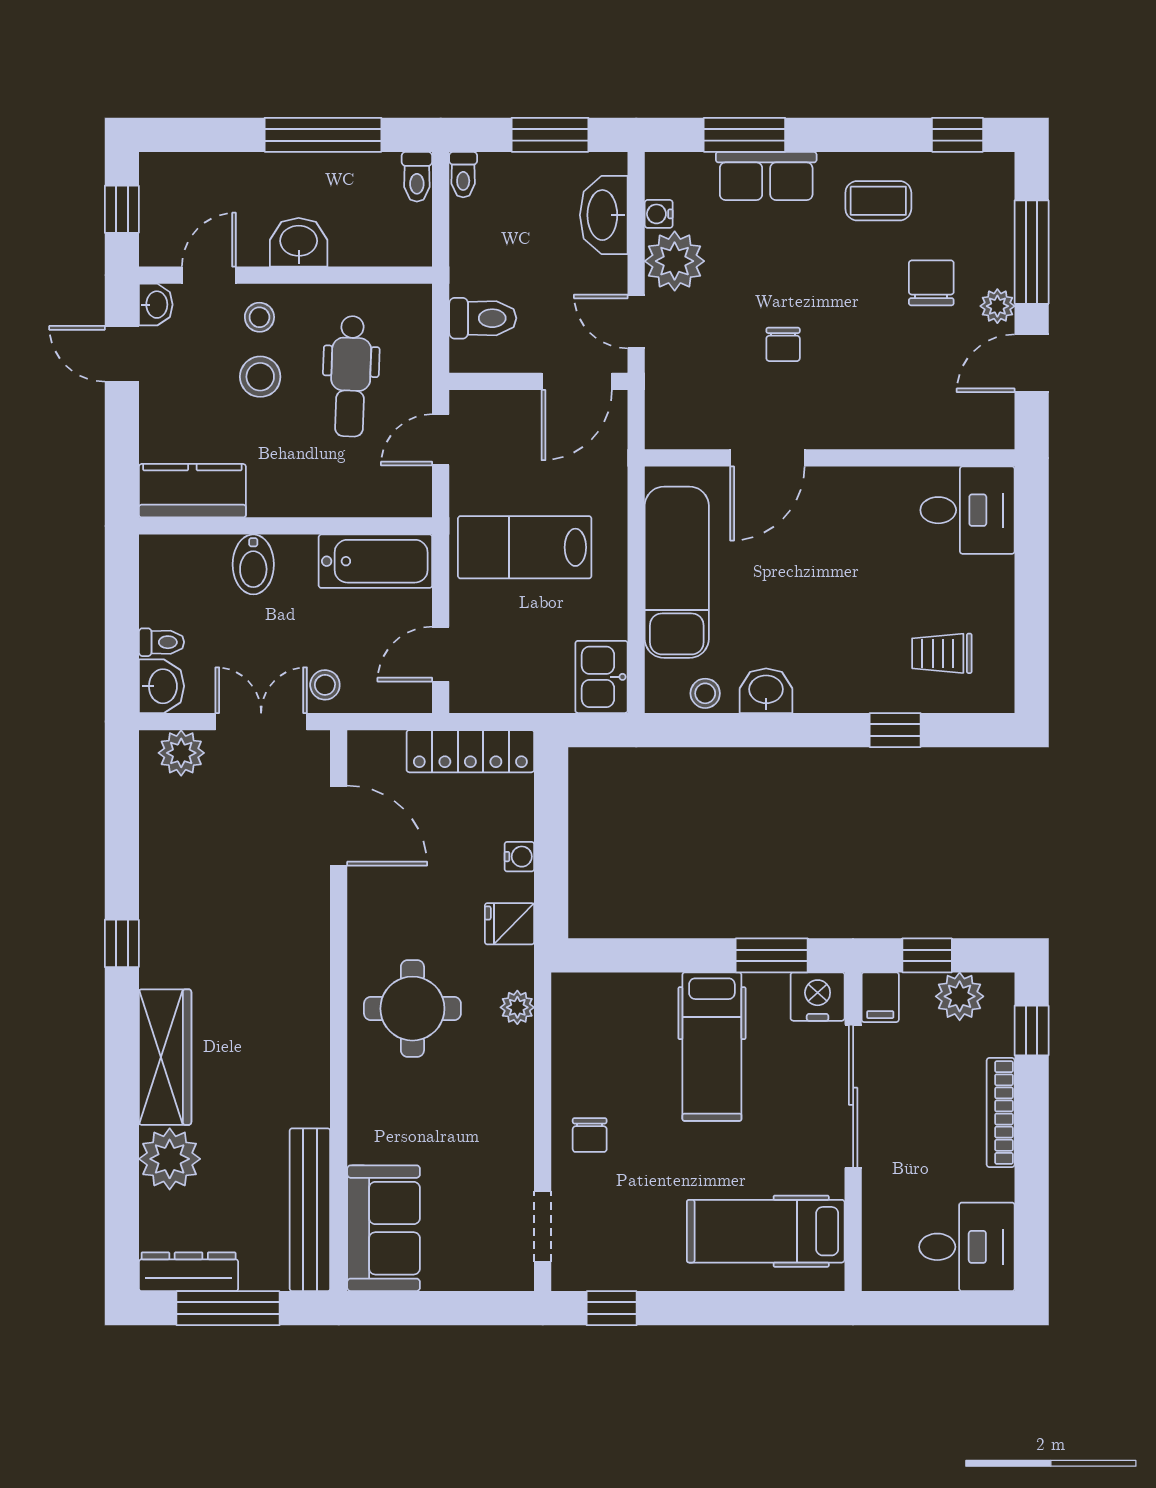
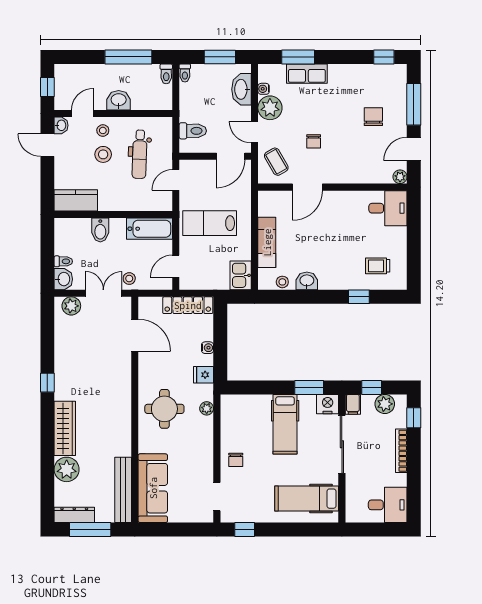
coffee table: (878, 201) -> (276, 162), moved, turned 60
plant: (997, 306) -> (400, 177), moved
exam couch: (677, 572) -> (267, 242), width x0.73, depth x0.69
sofa: (384, 1228) -> (153, 488), width x1.36

